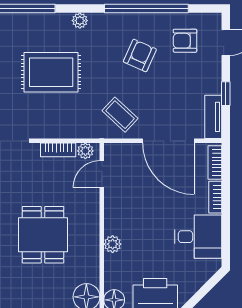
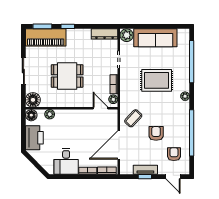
armchair: (140, 55) -> (156, 133), moved, turned -114
rug: (51, 72) -> (157, 80), turned 90
tv unit: (213, 117) -> (145, 170), moved
plant: (113, 244) -> (50, 114), moved

